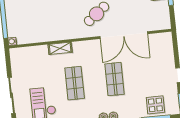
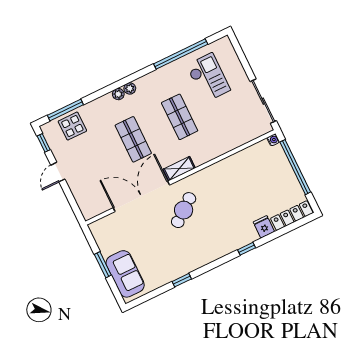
shelving: (60, 48) -> (179, 169), moved
sliding door: (12, 95) -> (263, 101), moved

